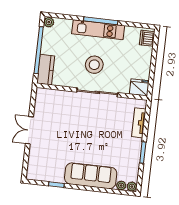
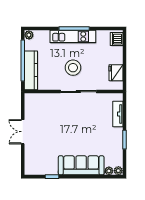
kitchen counter: (46, 70) -> (31, 70), width x1.50
fridge: (139, 87) -> (116, 73), moved, turned -90

